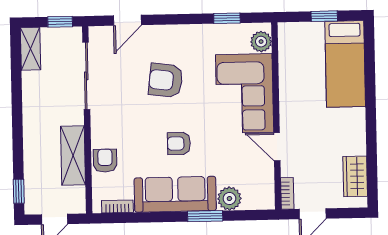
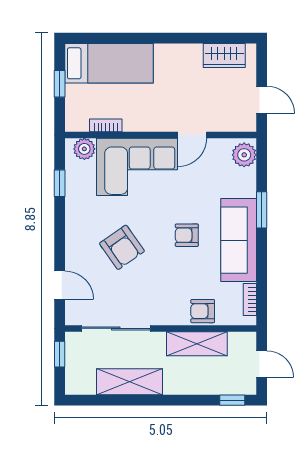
shelving: (31, 49) -> (129, 382), moved, width x1.50, depth x1.33
armchair: (166, 80) -> (122, 247), turned -42
armchair: (179, 143) -> (187, 235), turned 90
bookcase: (287, 193) -> (106, 125), moved
plant: (229, 199) -> (244, 155), moved

